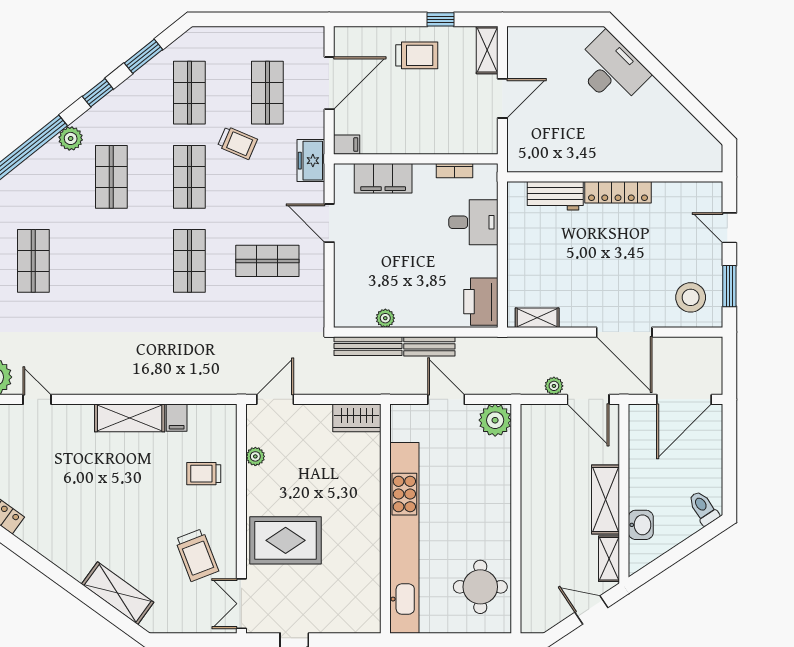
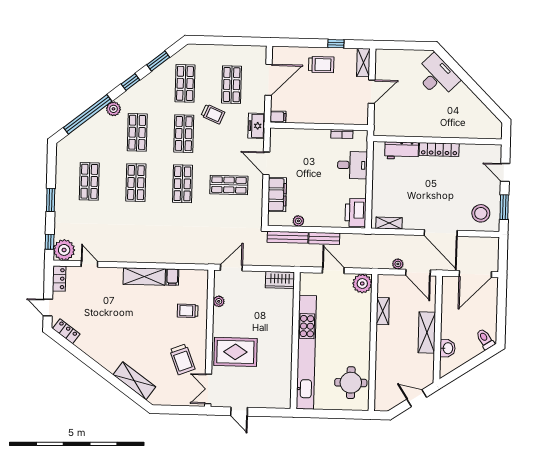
filing cabinet: (383, 178) -> (277, 195), moved, turned -90
shop shelf: (111, 261) -> (136, 183), added
shelving: (609, 559) -> (383, 311), moved

